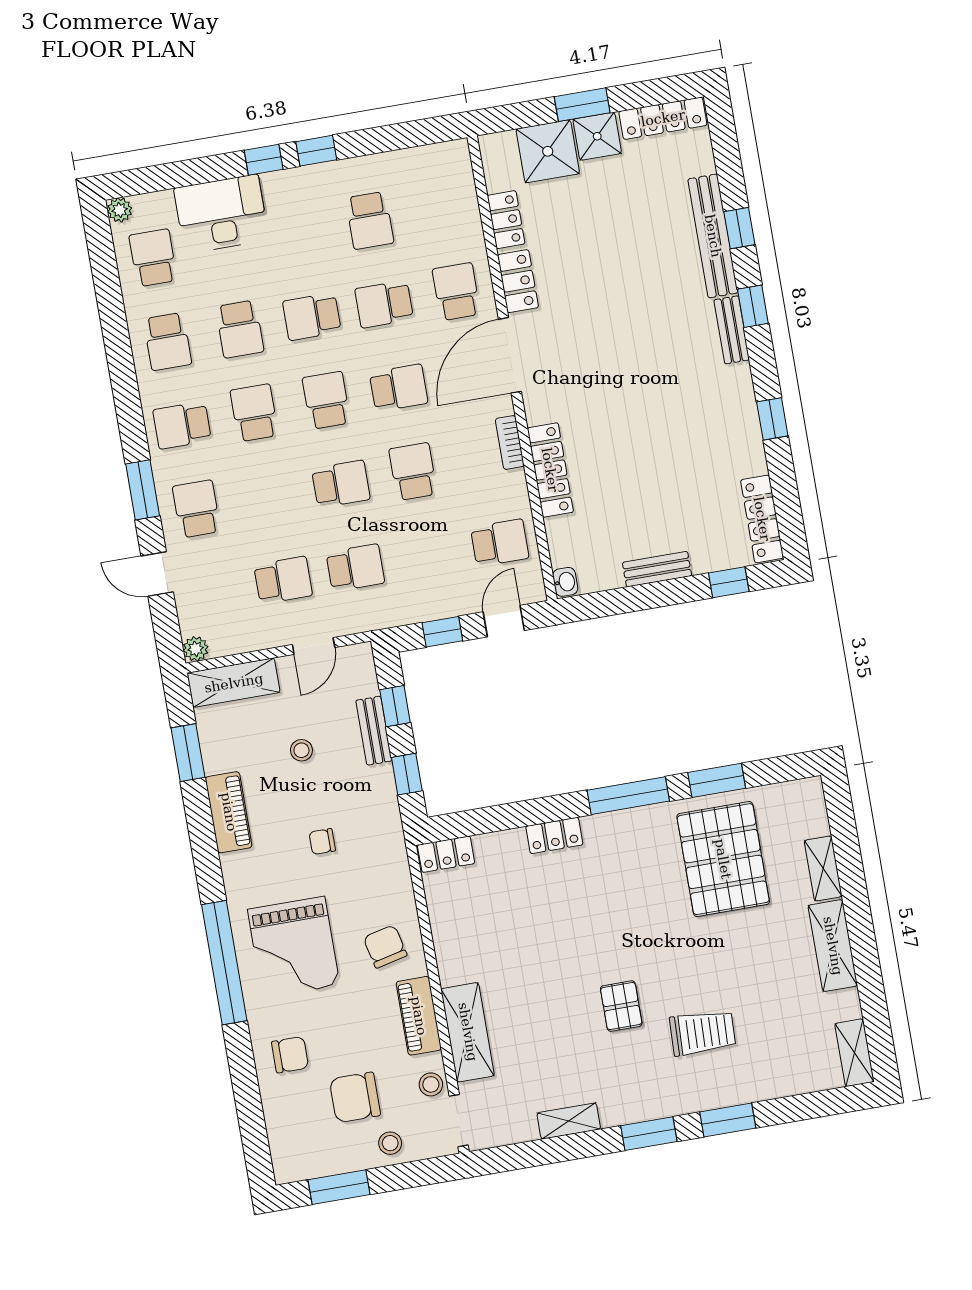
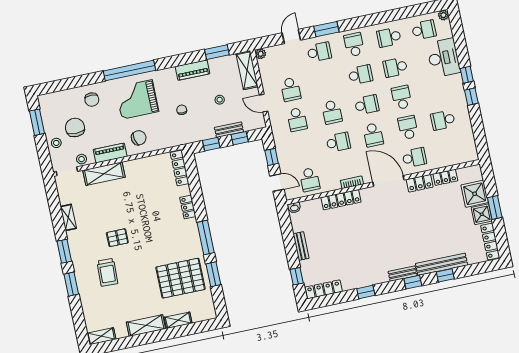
locker: (446, 854) -> (180, 168), width x1.53

